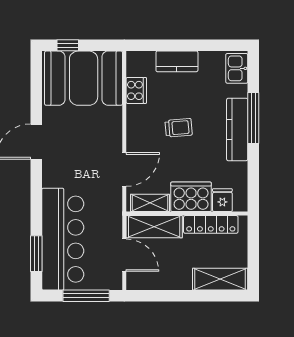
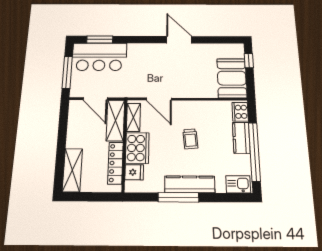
window: (195, 45) -> (254, 152), added
booth: (84, 78) -> (232, 78), width x0.73, depth x0.70
cooker: (136, 90) -> (240, 112), moved, turned 90
window: (253, 118) -> (178, 197), moved
bar counter: (63, 239) -> (99, 57), width x0.73
door: (124, 255) -> (95, 99), hinge flipped

